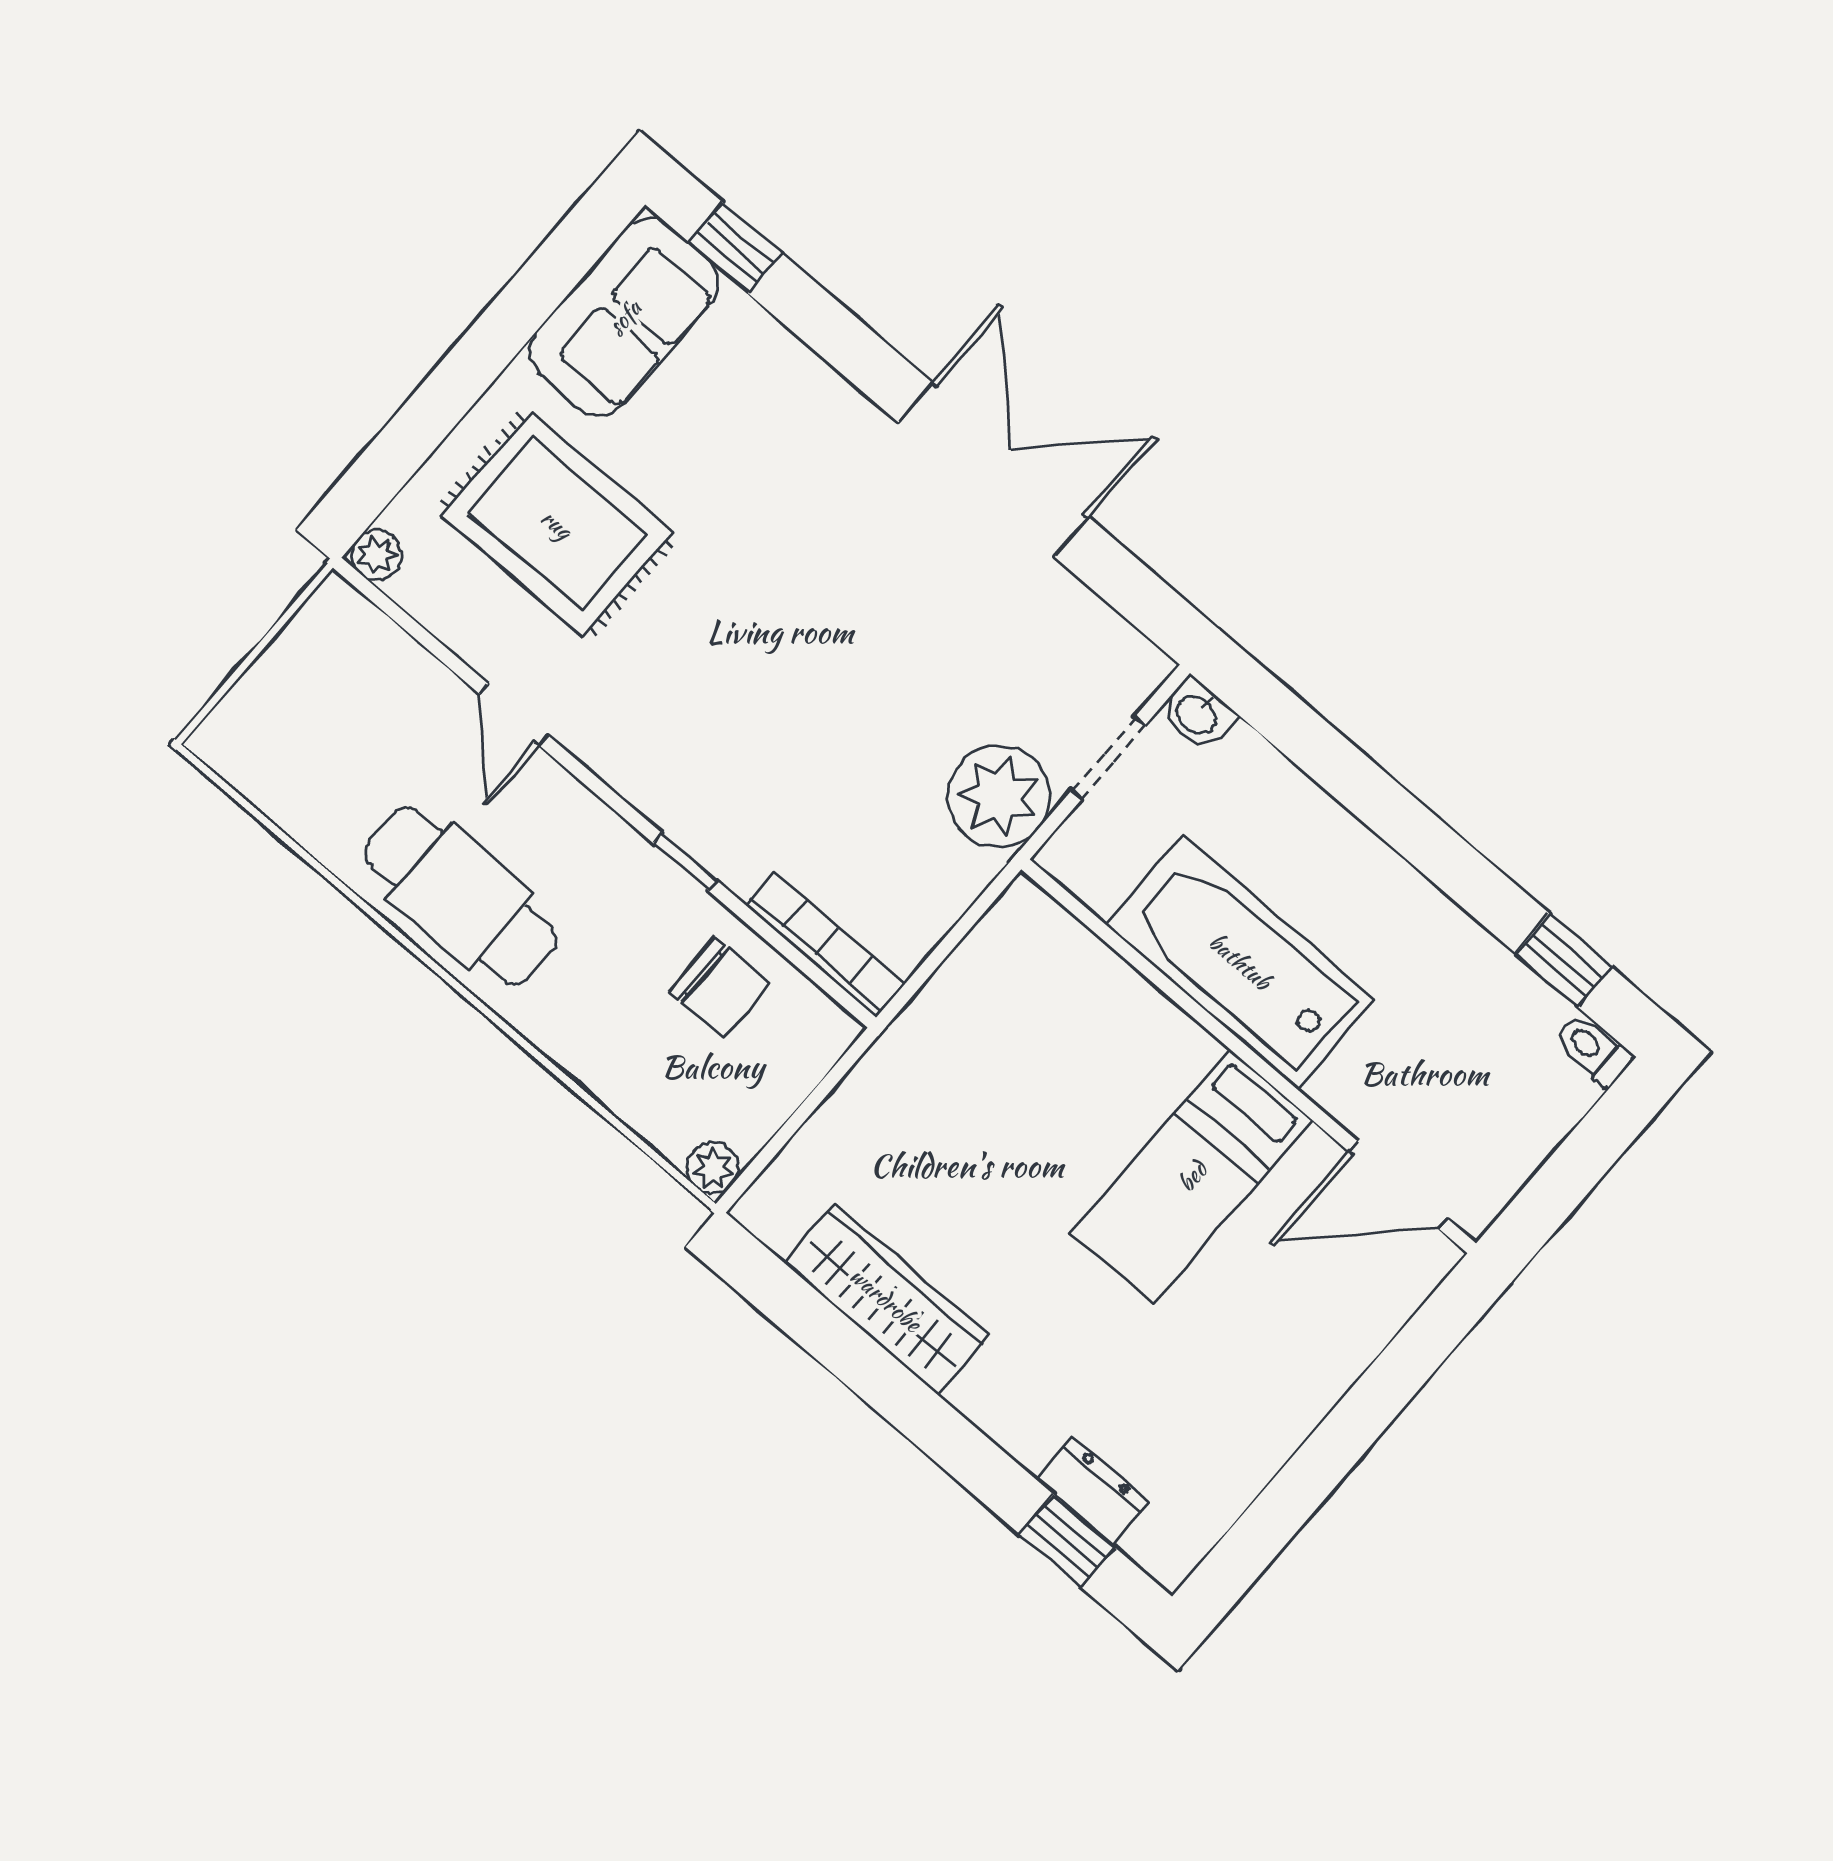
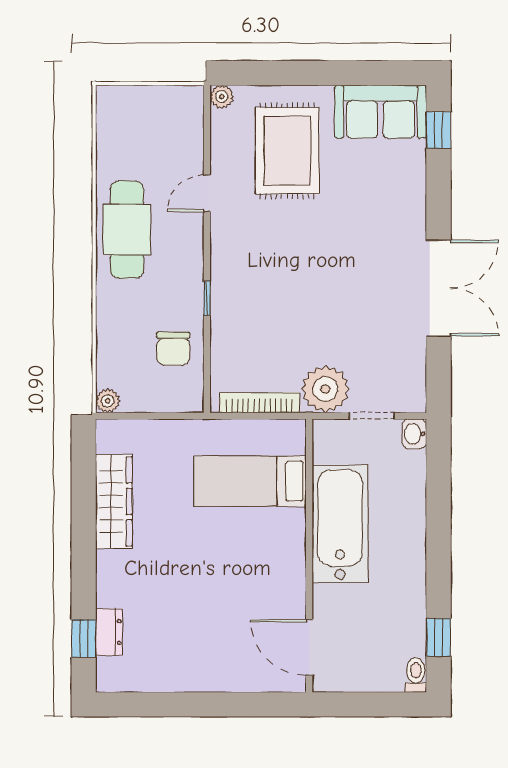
bookcase: (825, 945) -> (259, 403), moved, turned -90
bed: (1192, 1176) -> (250, 481), moved

